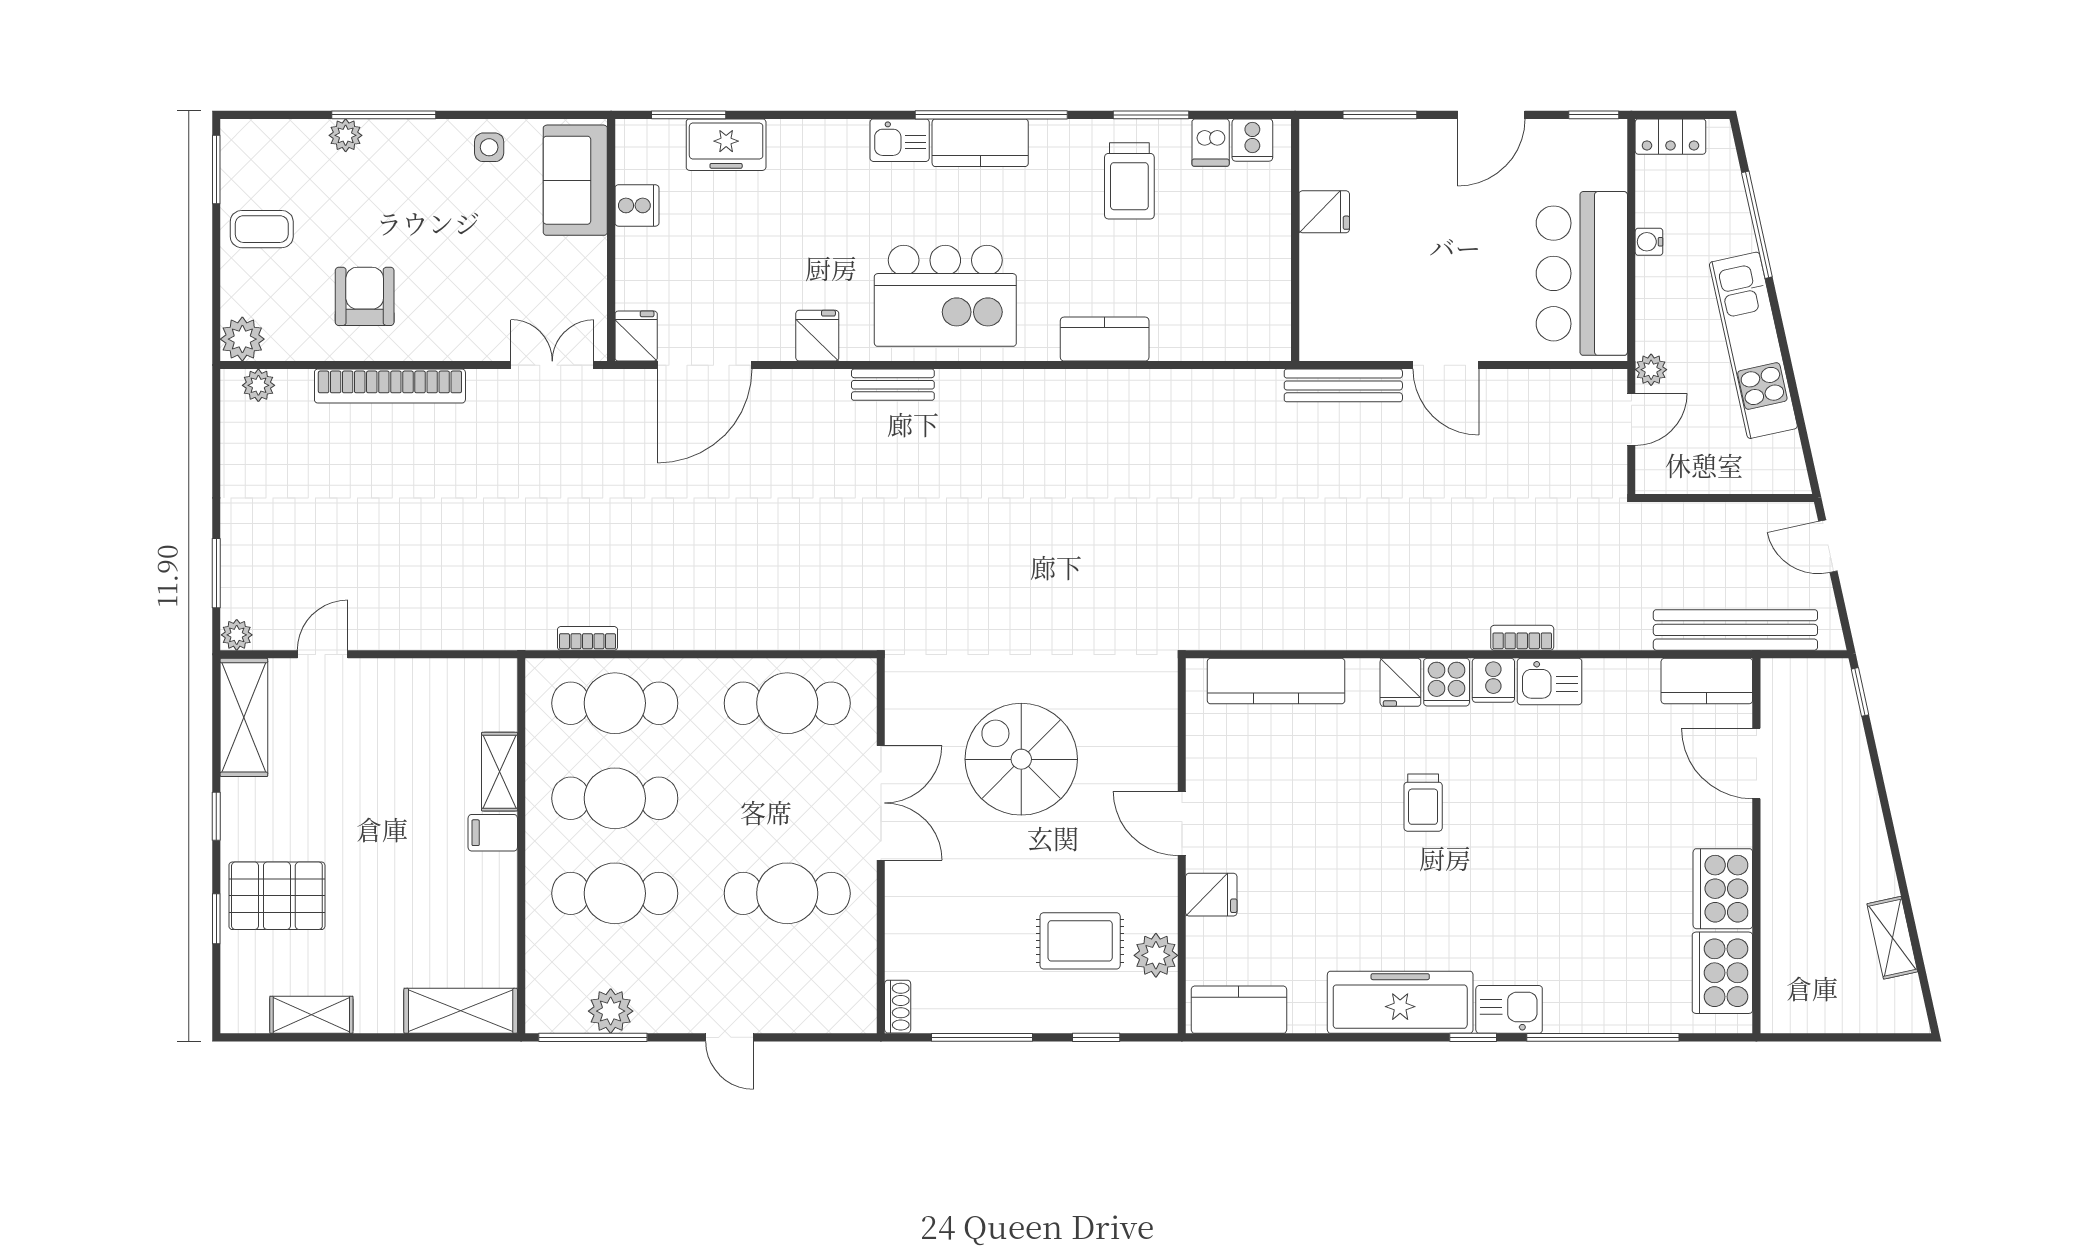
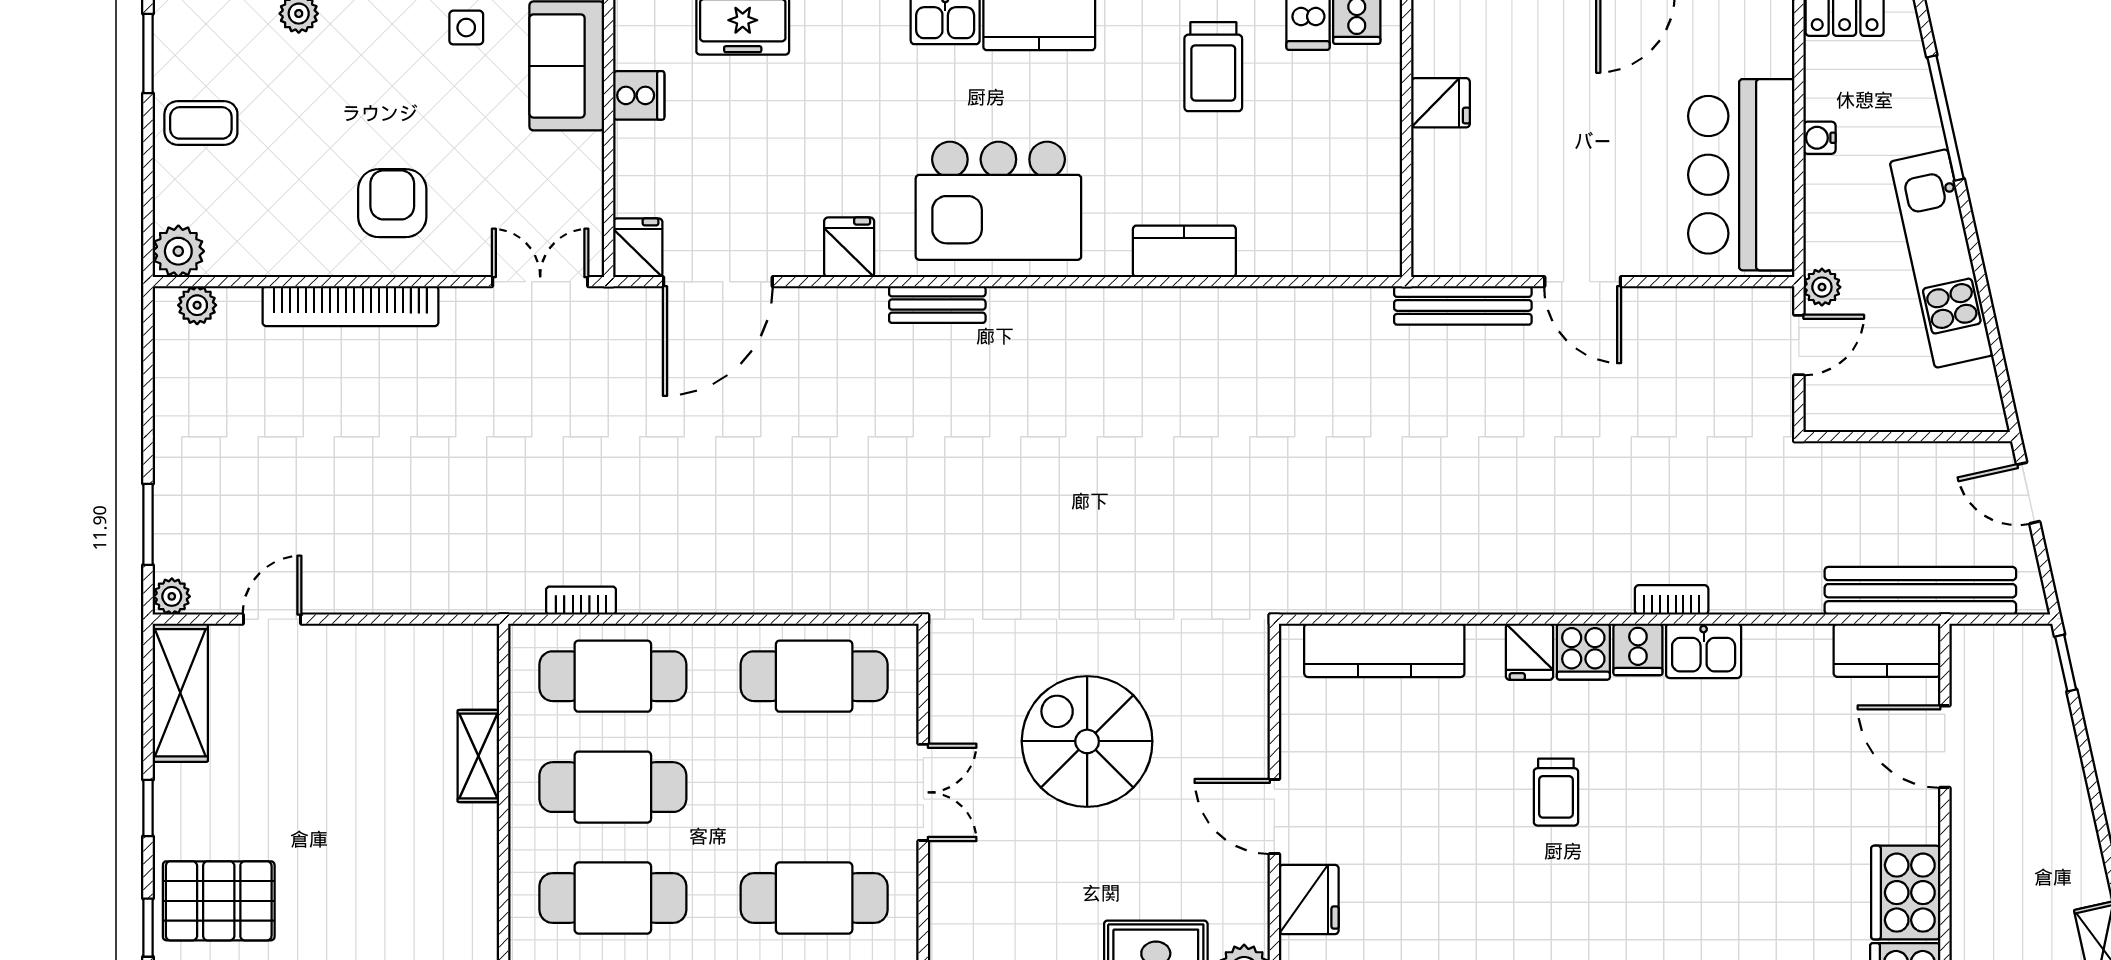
armchair: (365, 296) -> (392, 203), moved
double door: (881, 803) -> (923, 792), width x0.73
filing cabinet: (493, 833) -> (470, 827), removed
fridge: (1211, 895) -> (1309, 899), width x1.38

